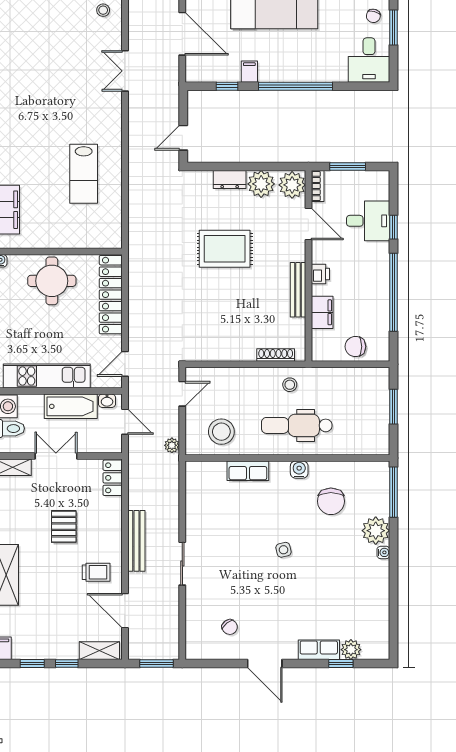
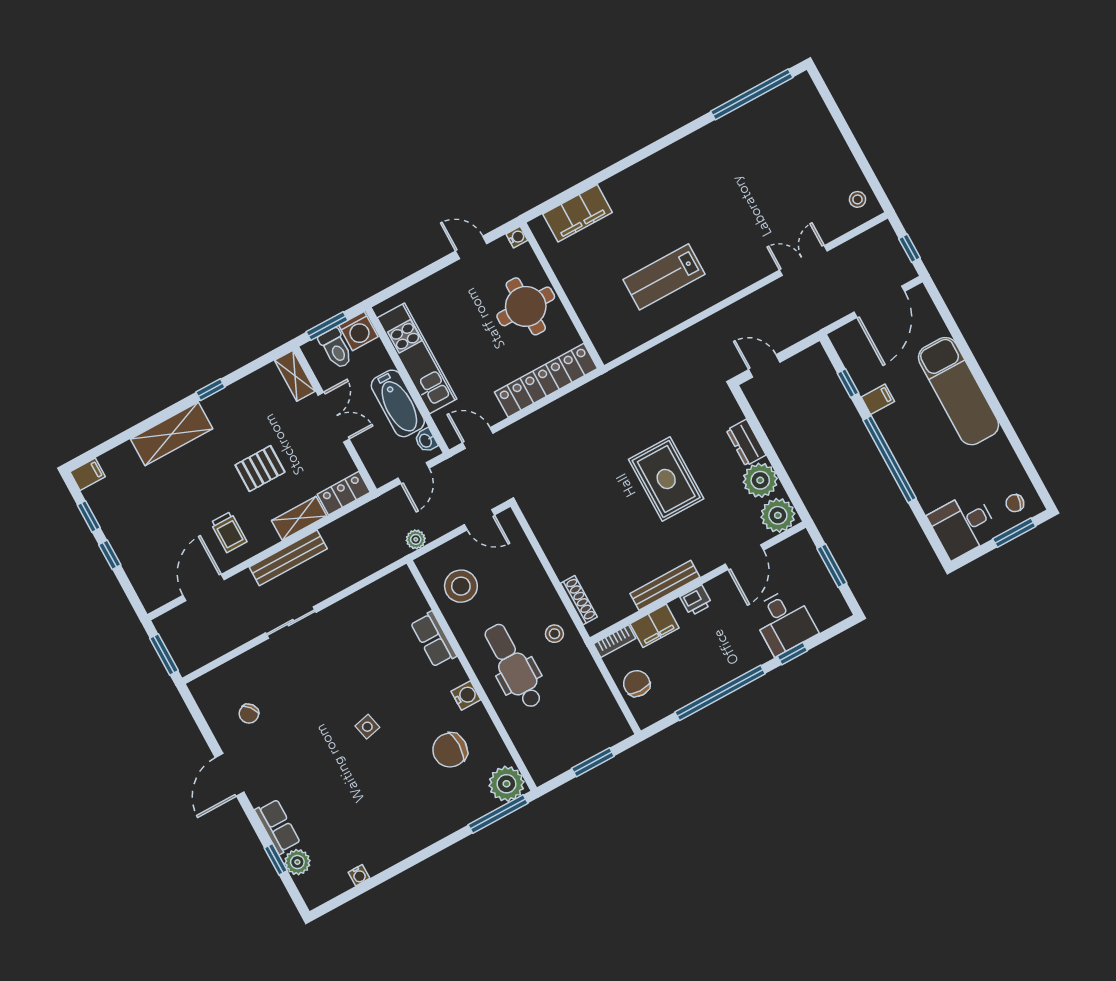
bookcase: (318, 186) -> (615, 641), moved
plant: (376, 531) -> (506, 784), moved
water cooler: (383, 552) -> (359, 875), moved
shelving: (99, 651) -> (299, 518), moved, turned 90

